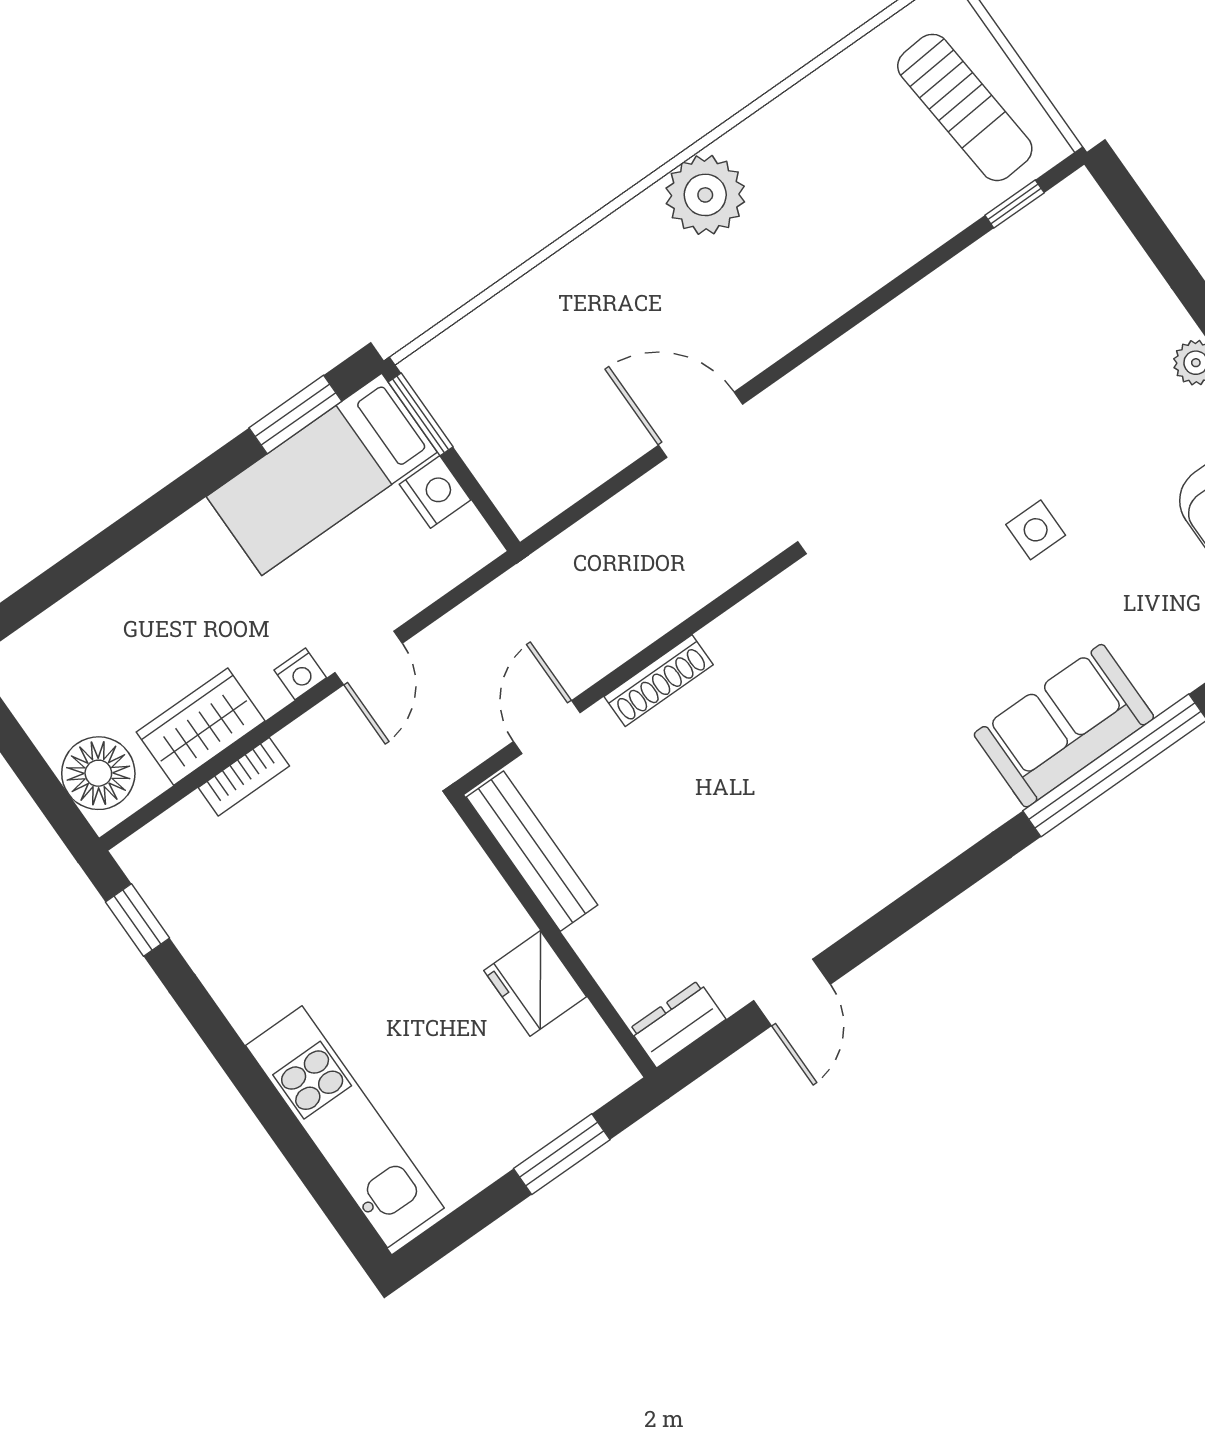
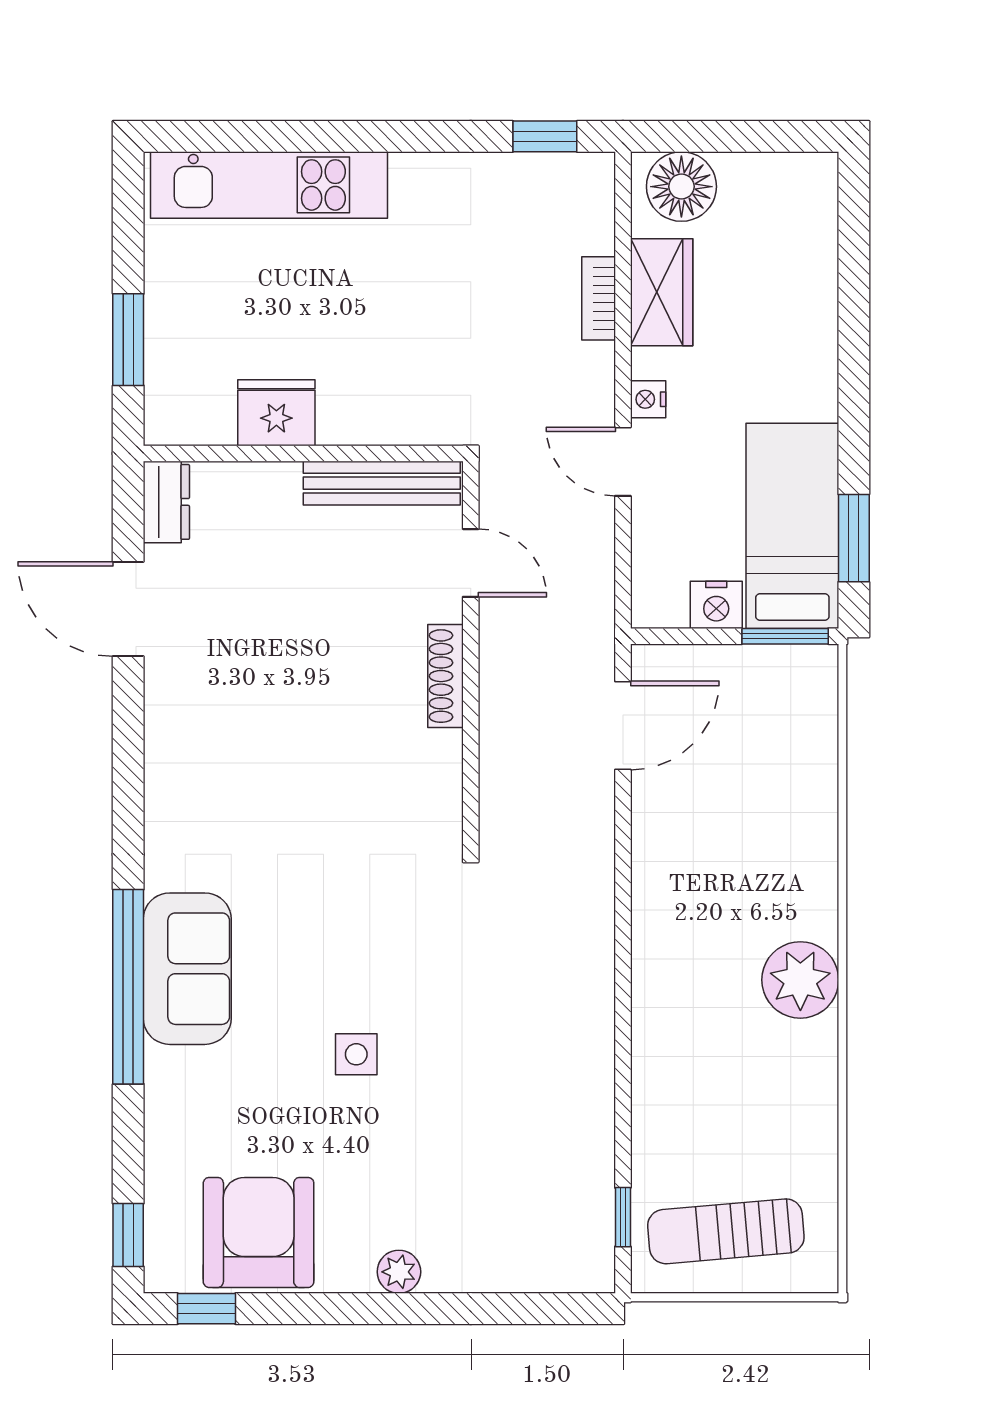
door: (700, 425) -> (623, 725), moved
door: (792, 992) -> (128, 609), width x1.38

